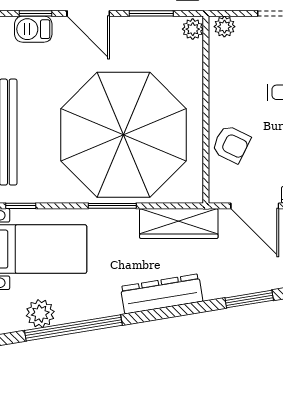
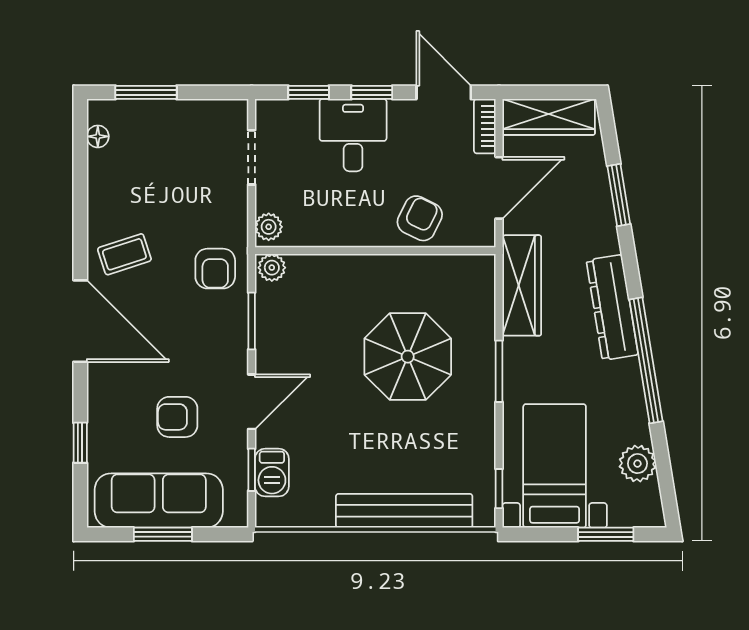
parasol: (123, 135) -> (408, 357), width x0.54, depth x0.54
window: (73, 328) -> (646, 360), moved

